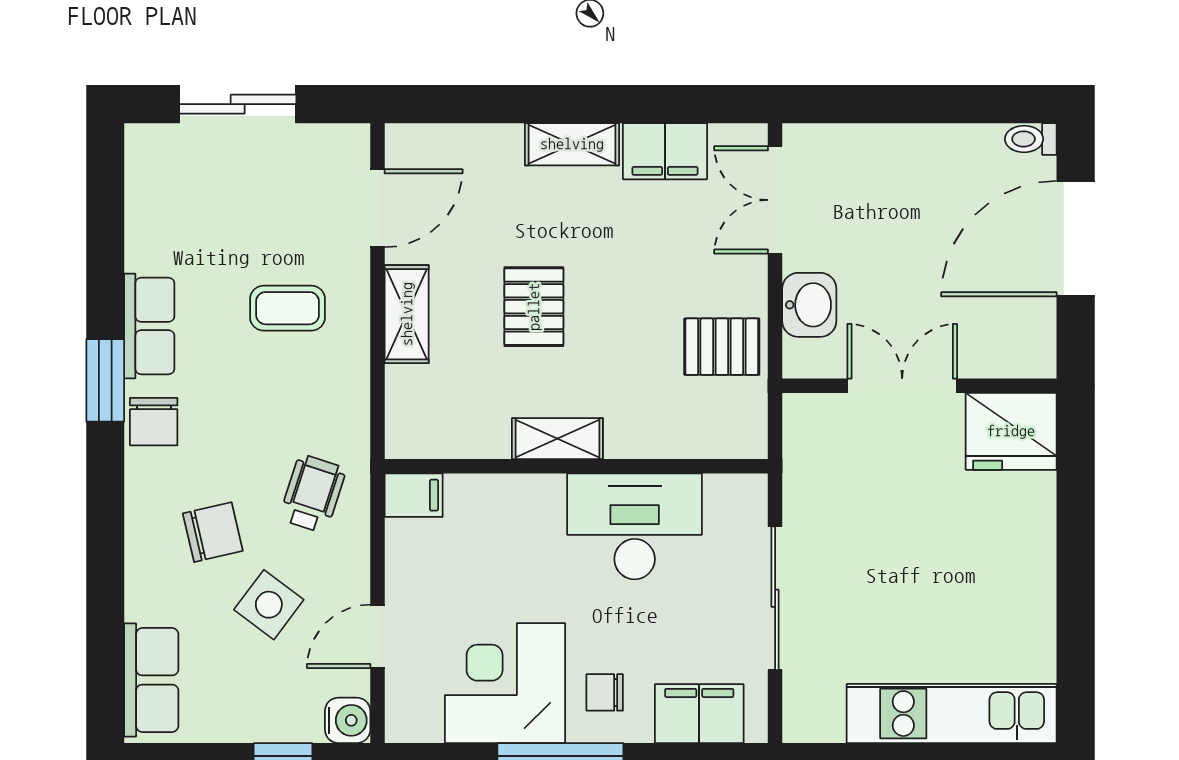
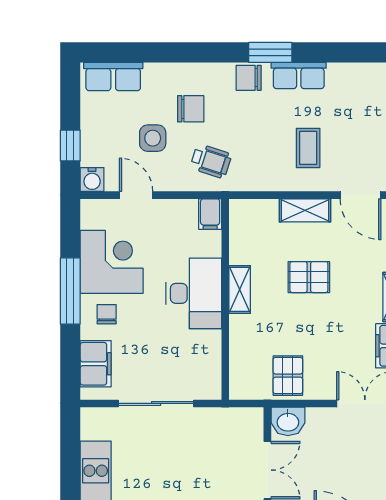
washbasin: (809, 305) -> (288, 421), moved
desk: (635, 526) -> (194, 293), moved
chair: (213, 532) -> (191, 109), turned -77
side table: (269, 605) -> (153, 138), turned -37

